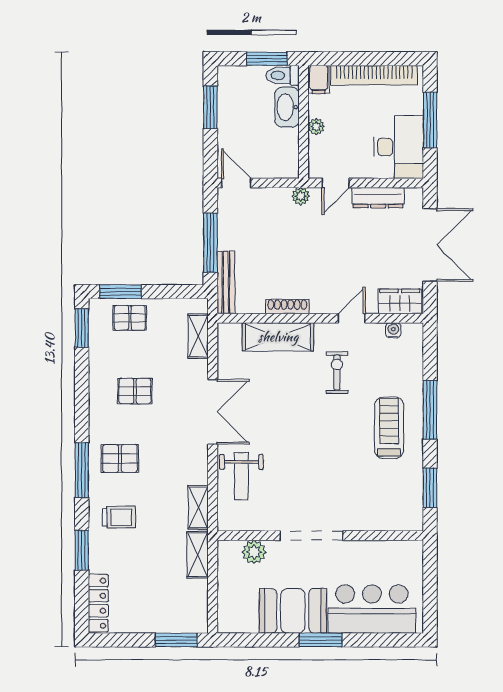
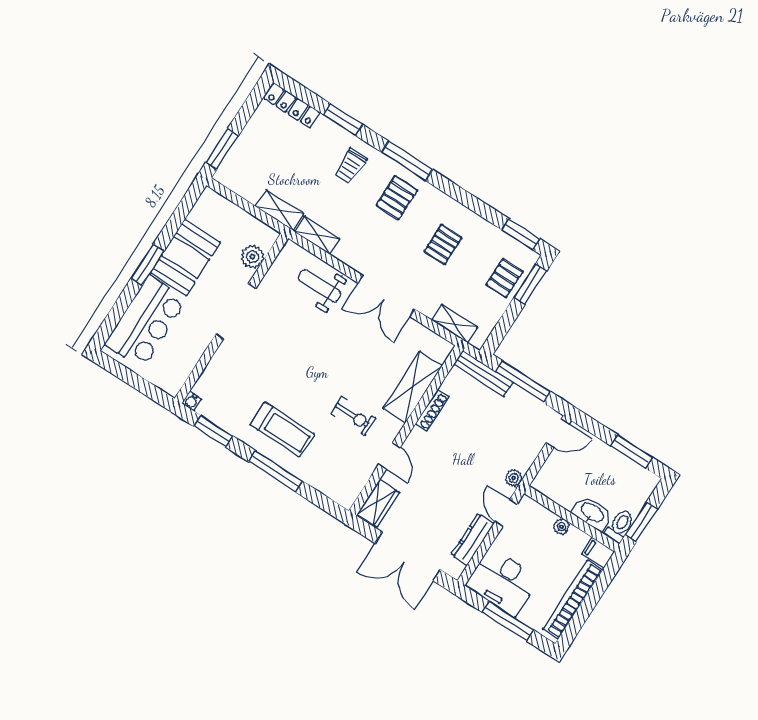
water cooler: (393, 330) -> (192, 401), moved, turned 90

